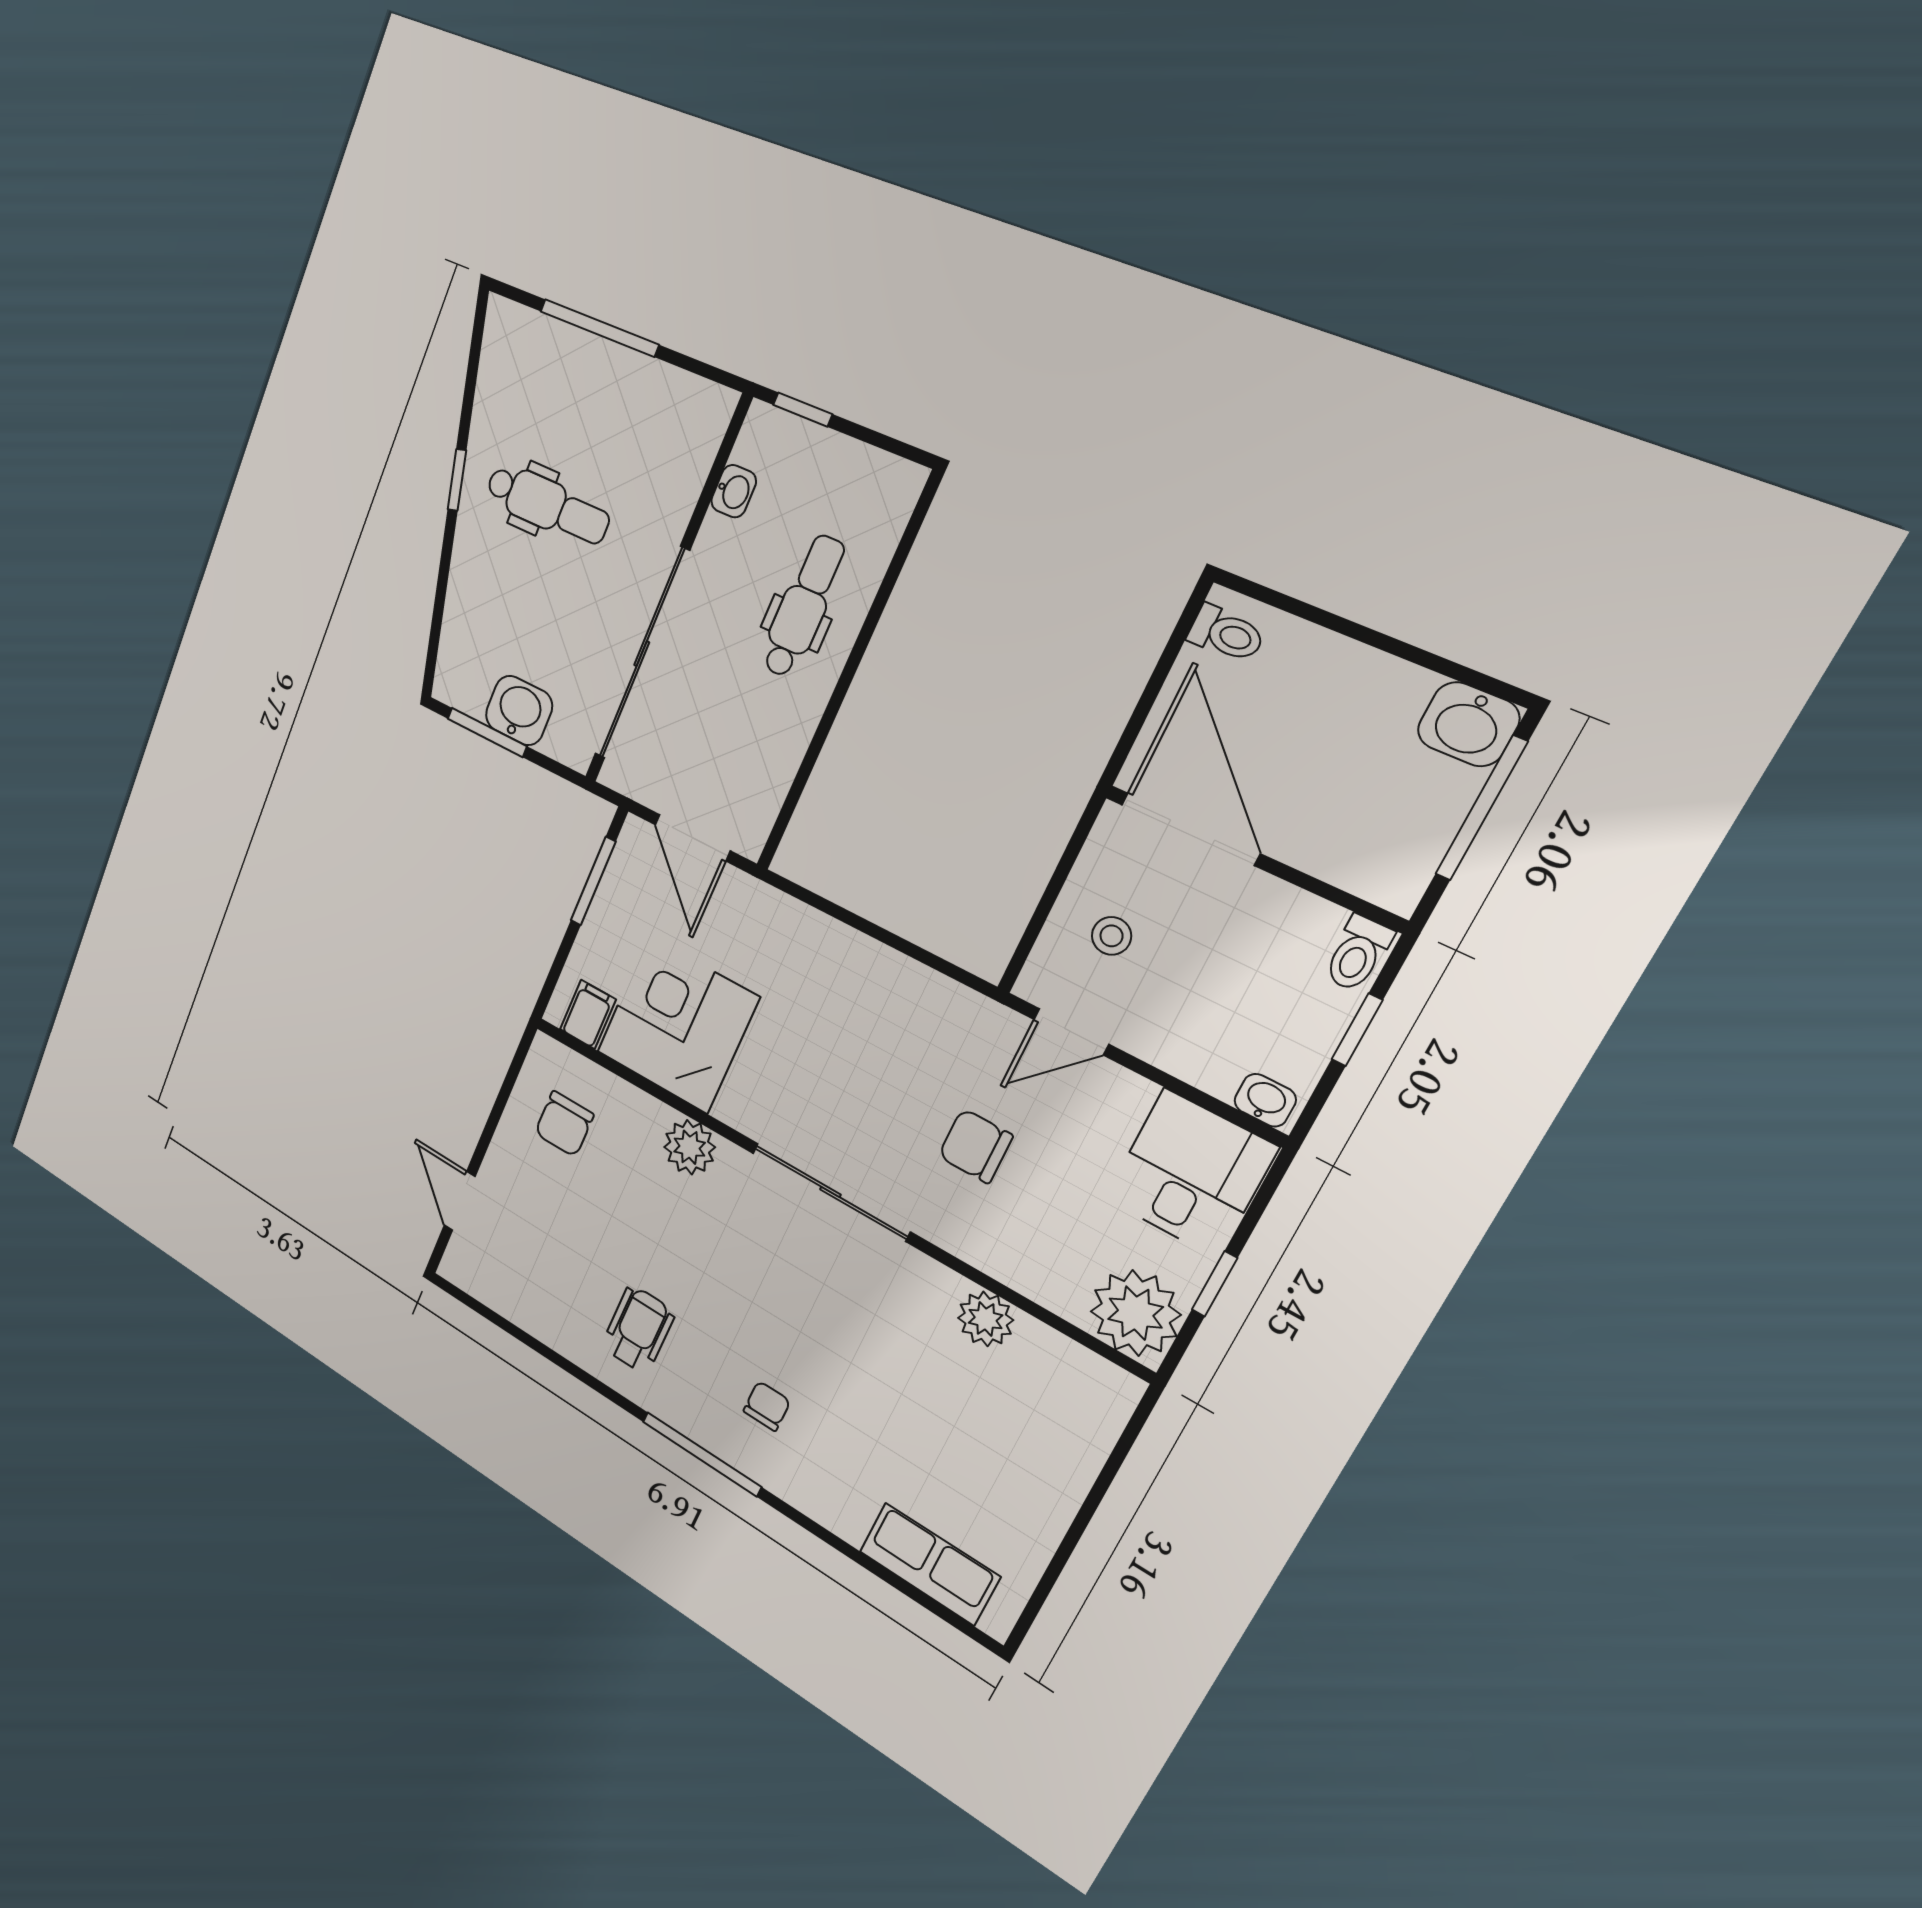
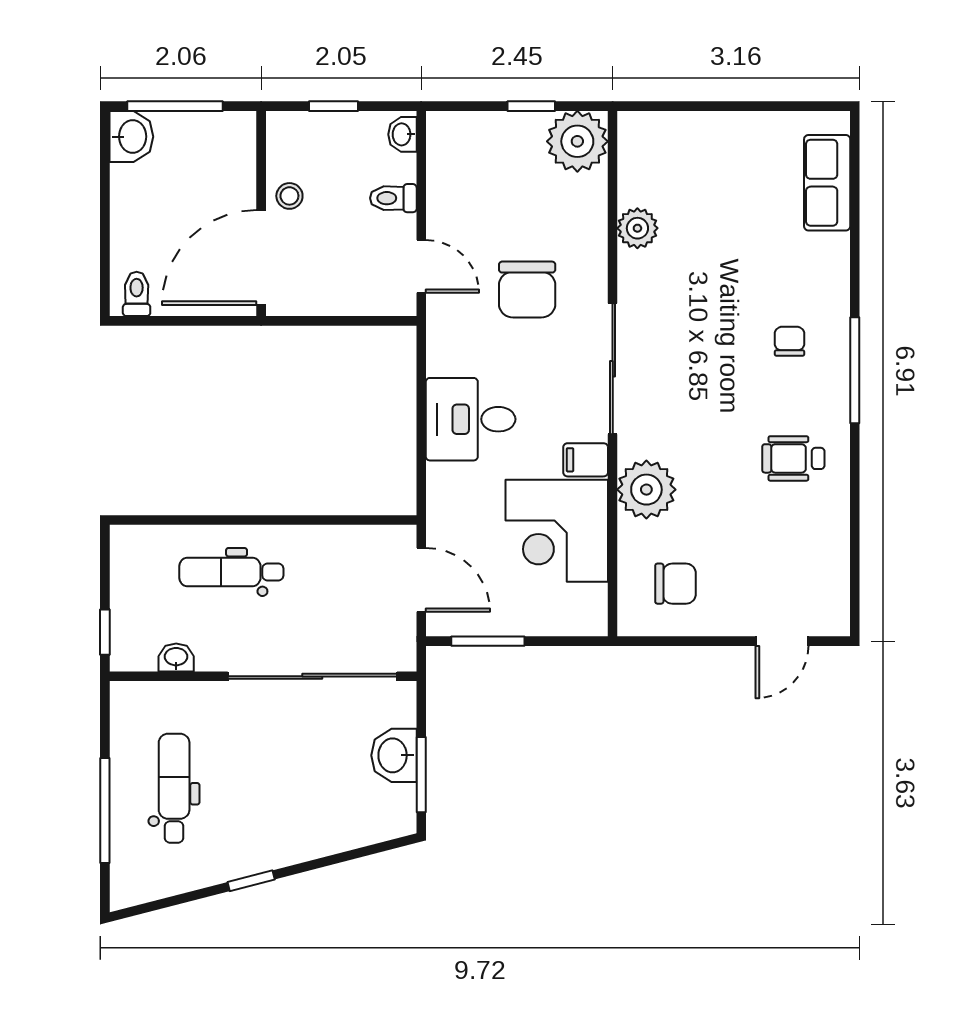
dental chair: (547, 505) -> (174, 788), moved
door: (692, 838) -> (421, 580), hinge flipped
stool: (1111, 936) -> (289, 196), moved
toilet: (1358, 954) -> (393, 198), moved, turned 180
filing cabinet: (588, 1014) -> (586, 460), moved
chair: (975, 1146) -> (527, 290), width x1.37, depth x1.37
plant: (690, 1147) -> (646, 490), width x1.36, depth x1.36
desk: (1191, 1173) -> (471, 419), moved
chair: (767, 1406) -> (789, 341), turned 90

